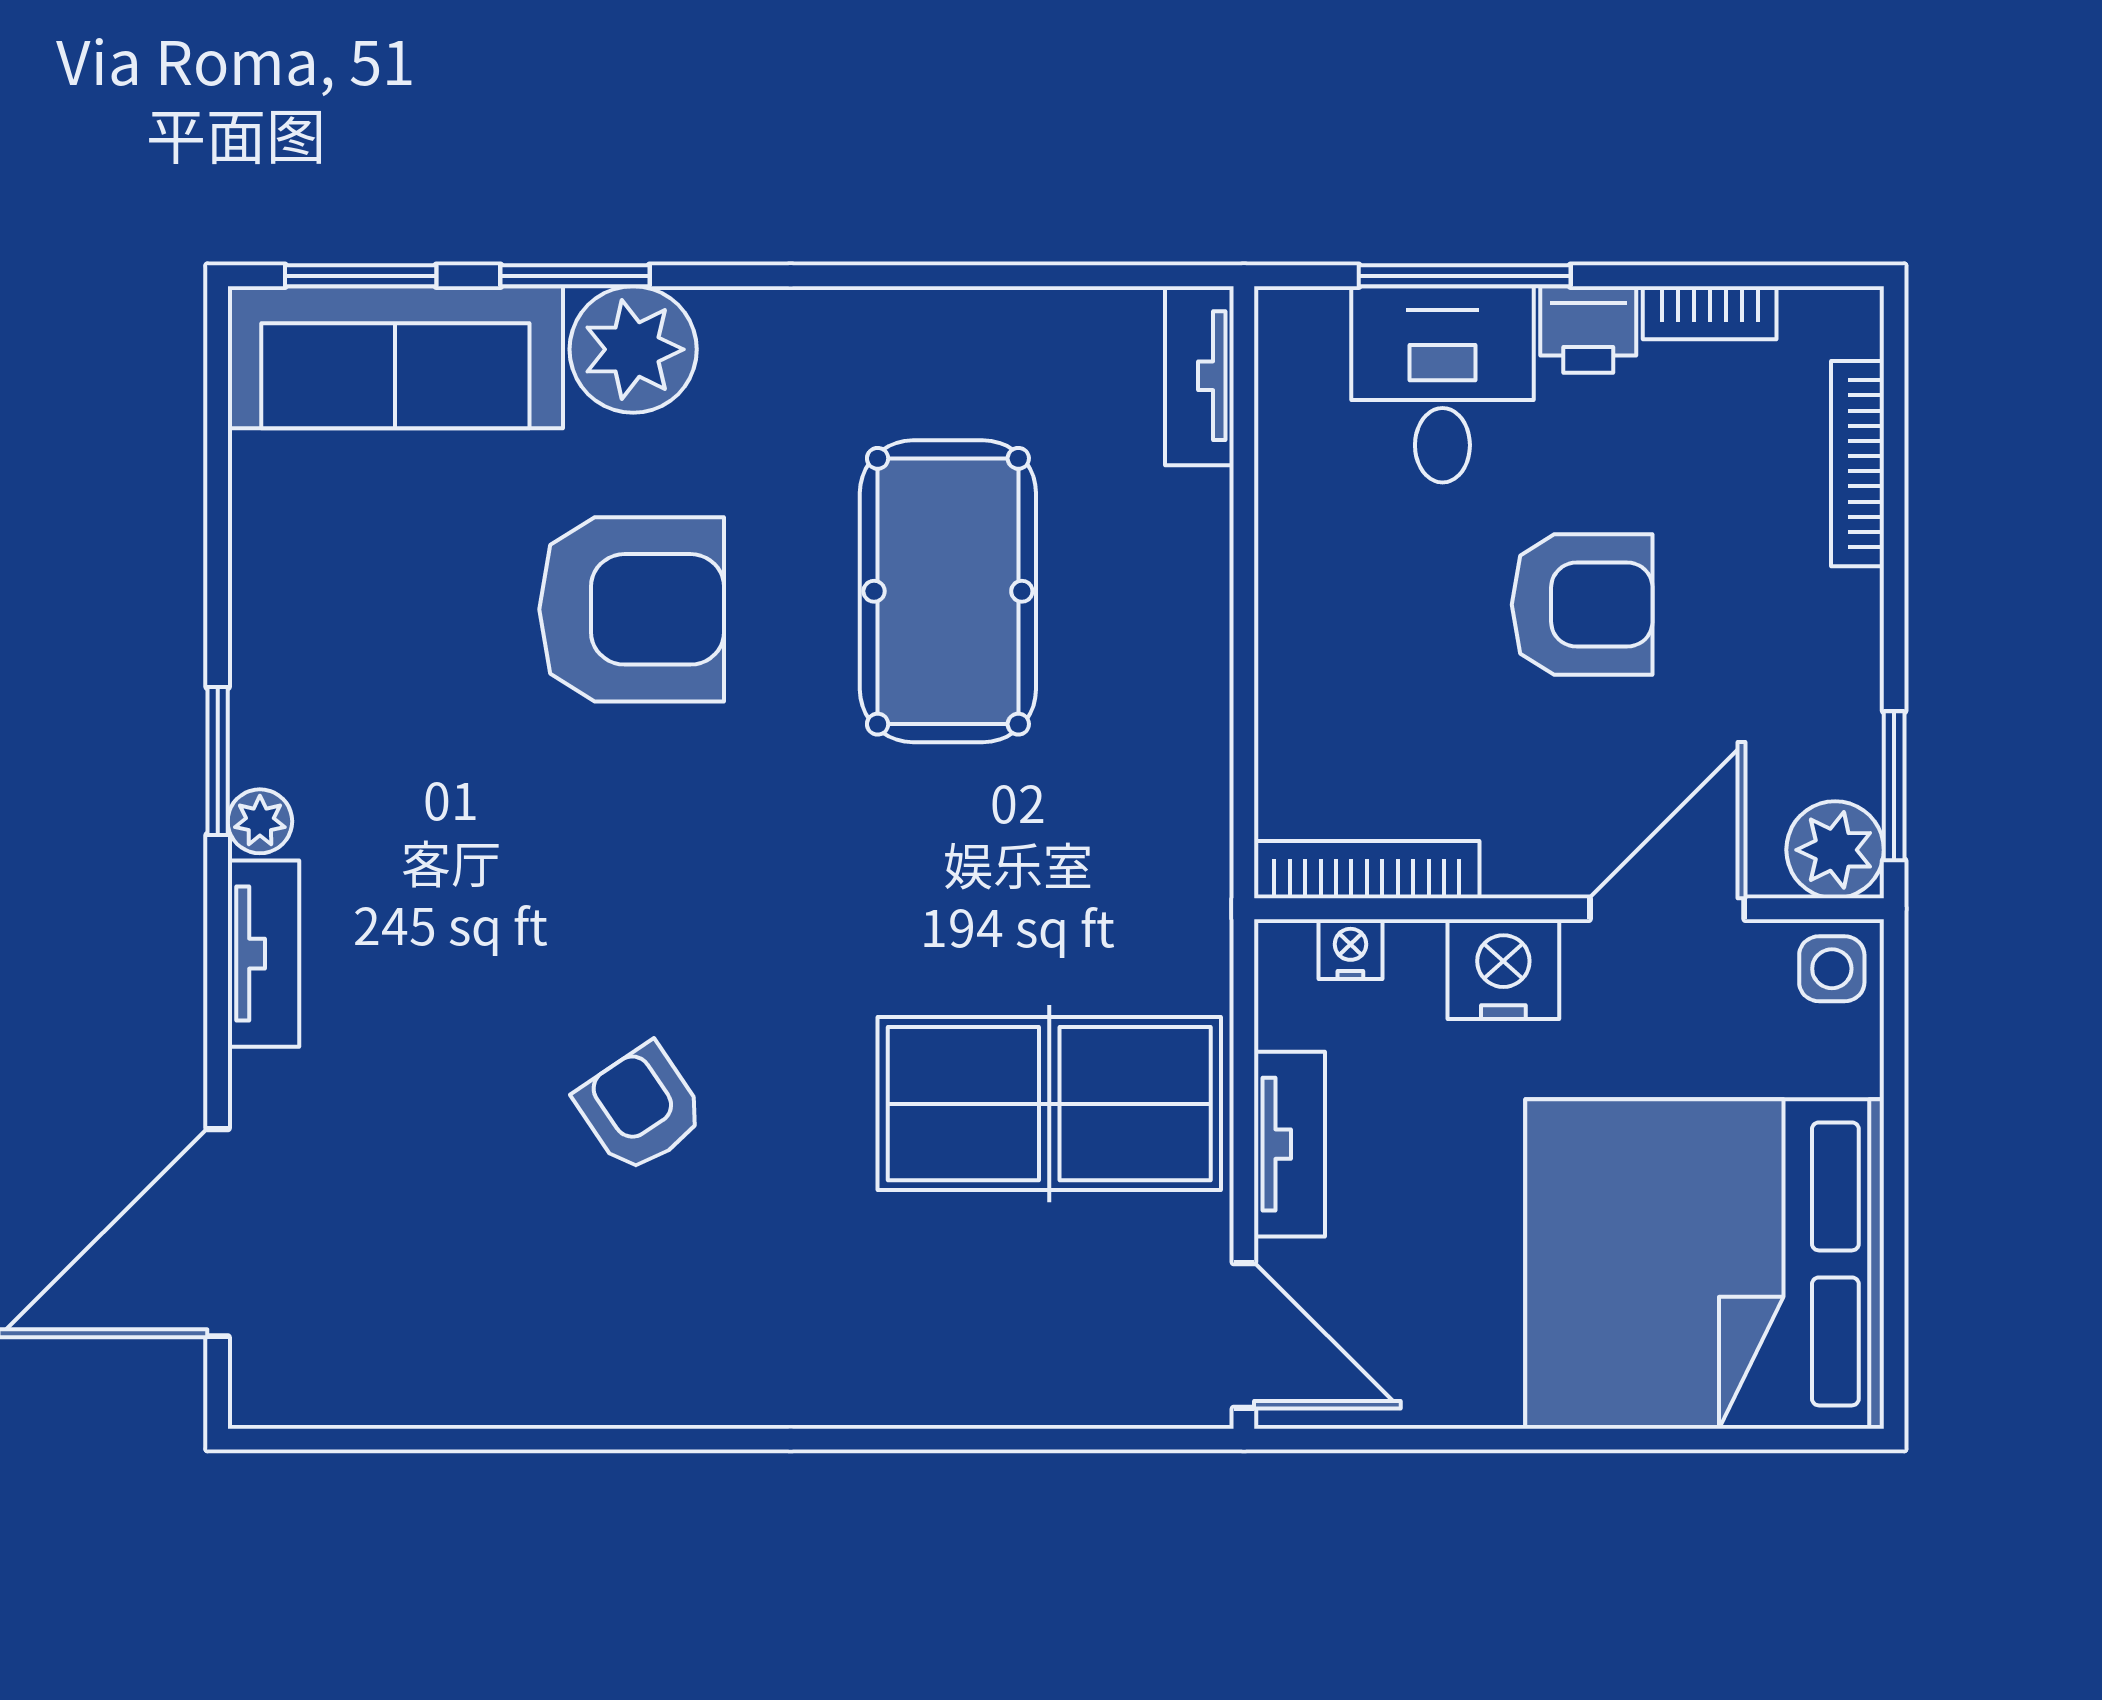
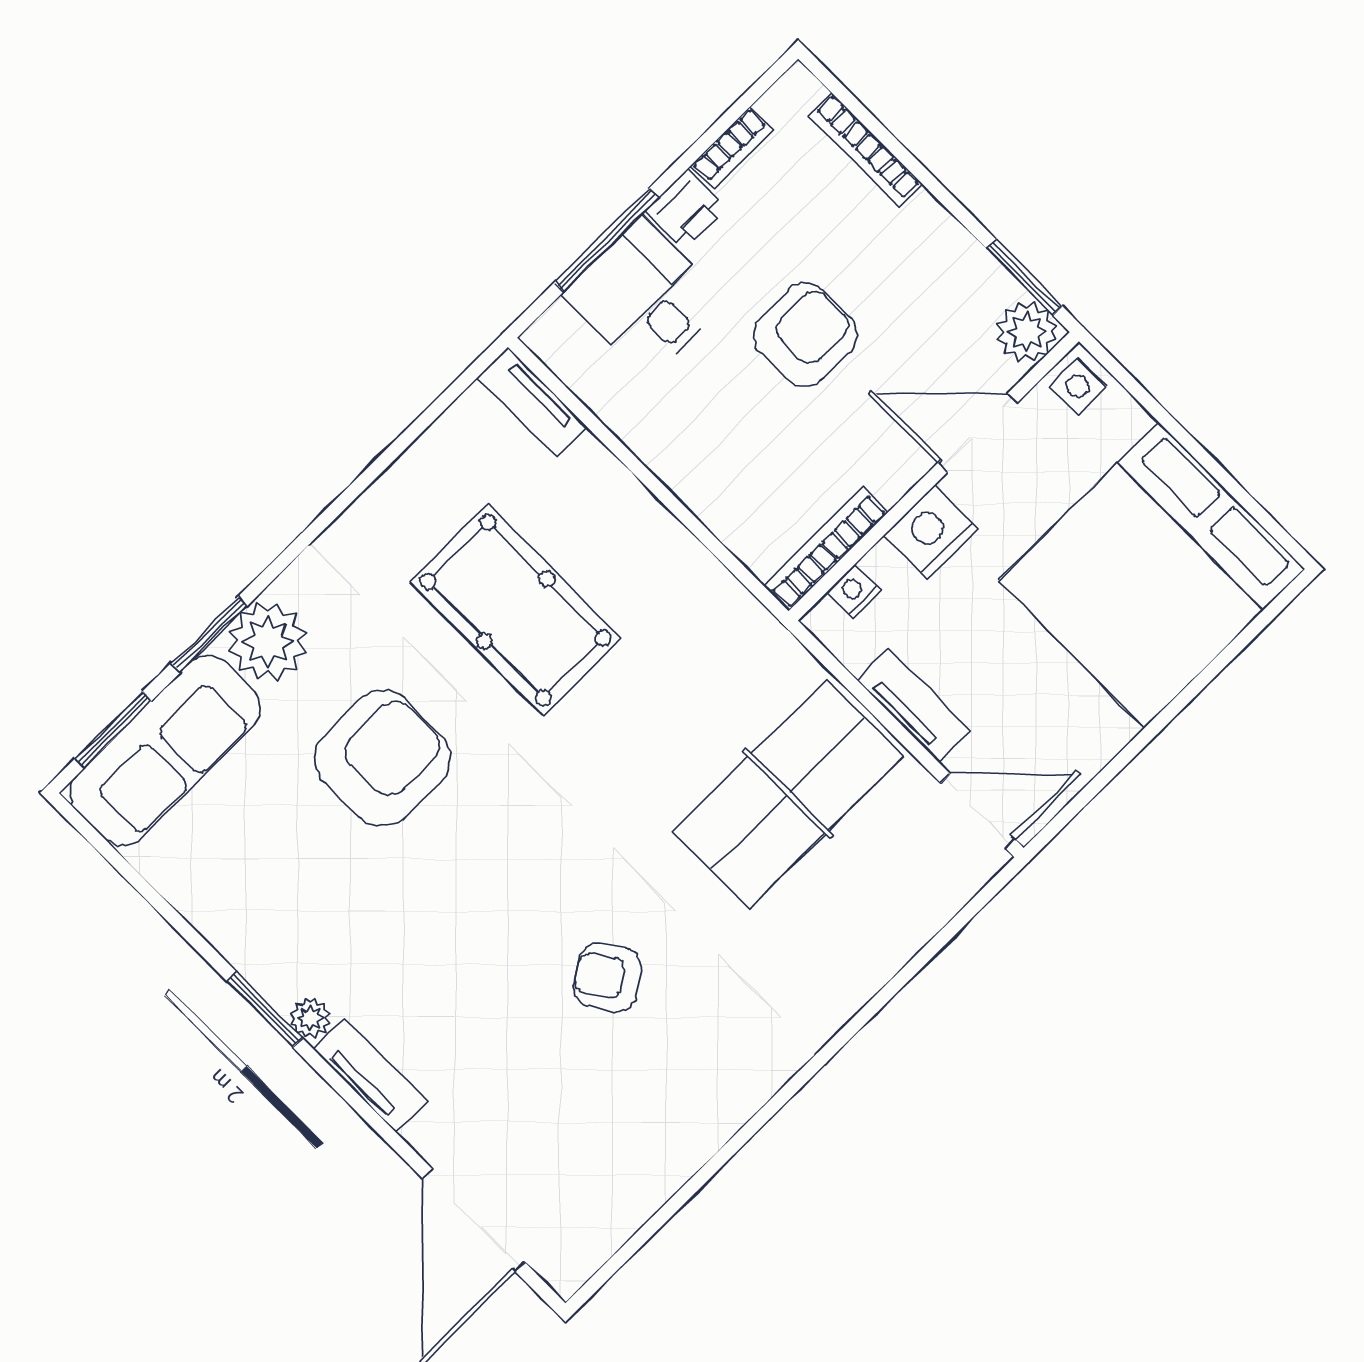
door: (1667, 909) -> (978, 433), hinge flipped

